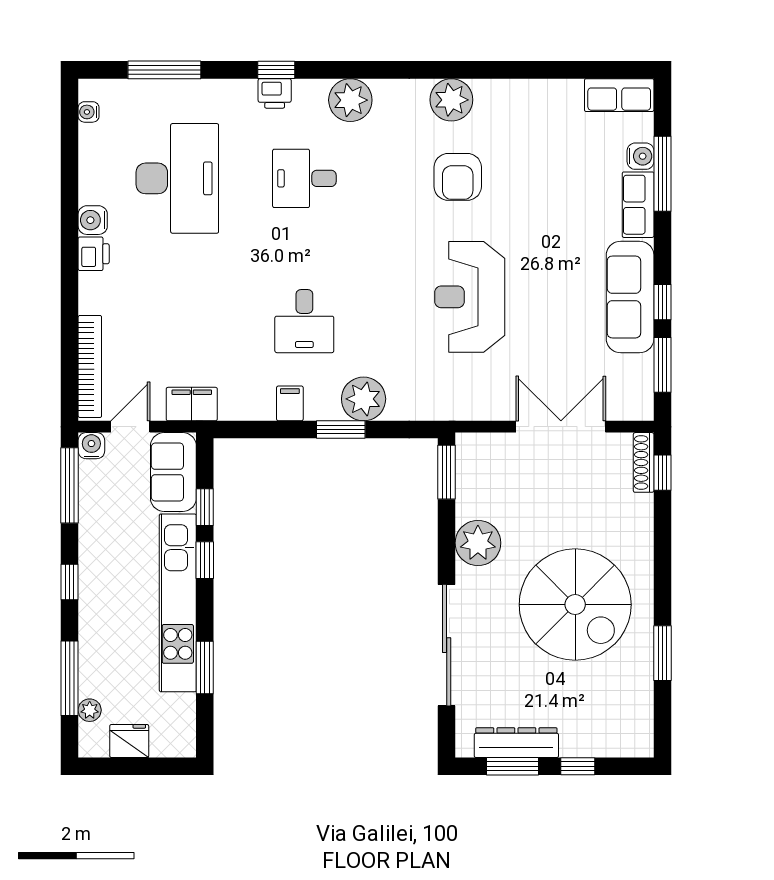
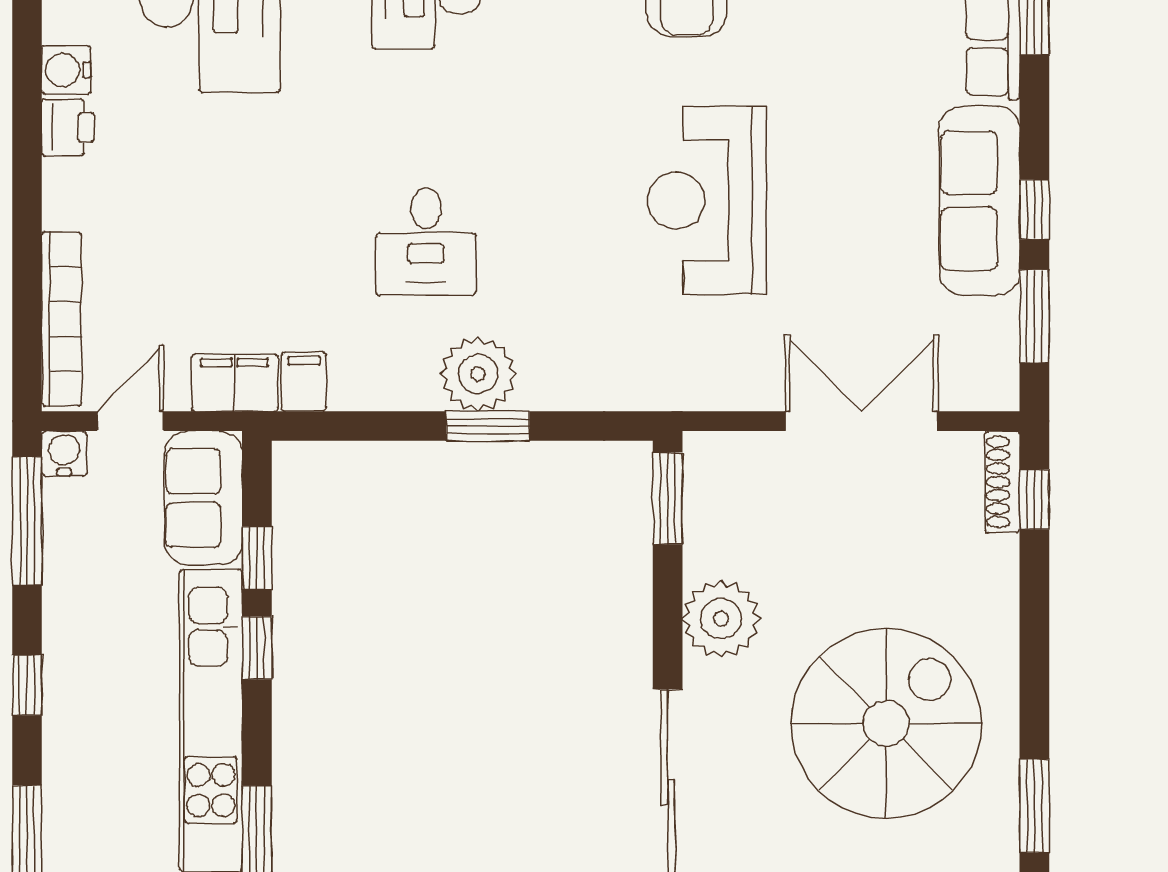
plant: (364, 399) -> (478, 374), moved
filing cabinet: (290, 403) -> (304, 382), moved
spiral stairs: (575, 605) -> (886, 723), turned -90

